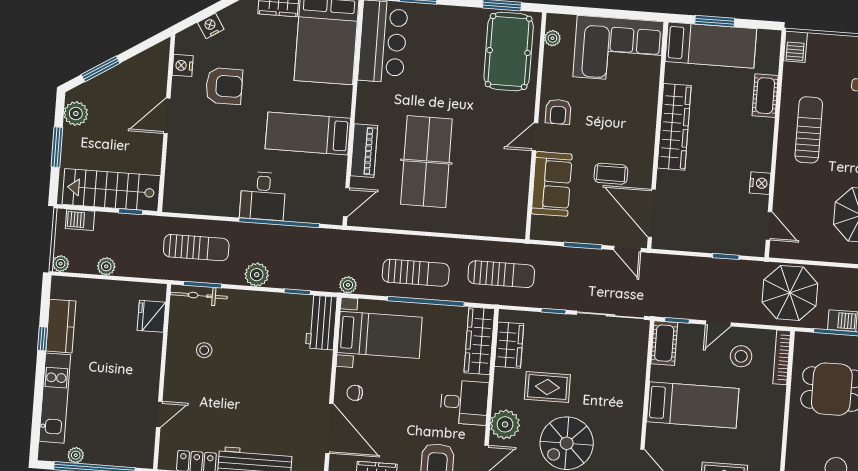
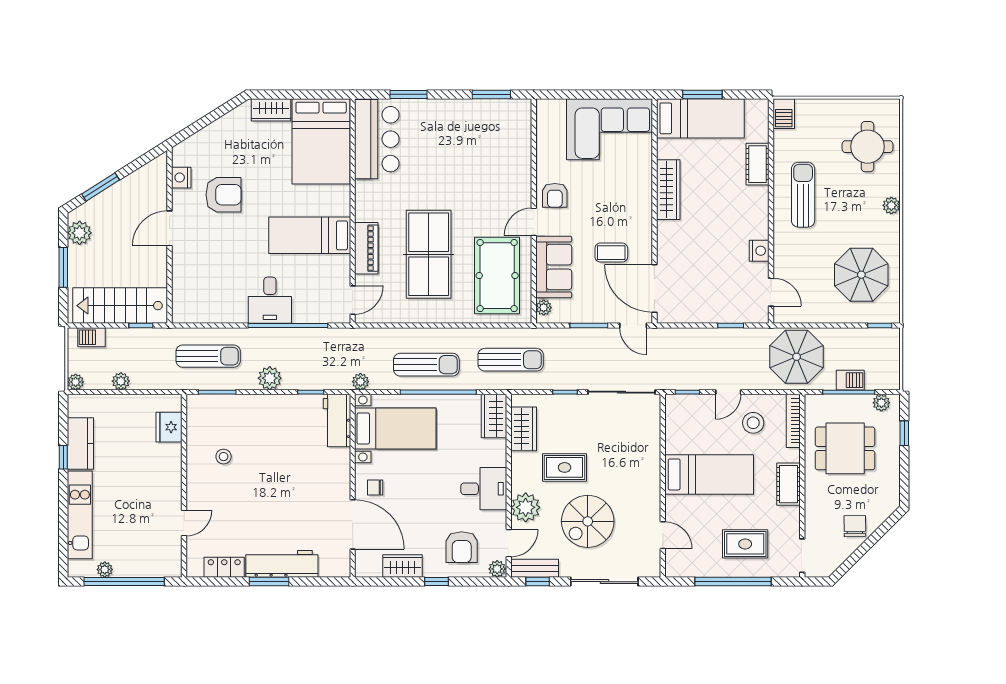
nightstand: (211, 26) -> (206, 136), removed
plant: (552, 38) -> (544, 308), moved
pool table: (509, 51) -> (497, 276), moved
wardrobe: (674, 127) -> (668, 190), width x0.71, depth x0.85
bicycle: (199, 296) -> (214, 403), removed
wardrobe: (479, 341) -> (494, 416), width x0.67
cot: (664, 343) -> (789, 484), moved

